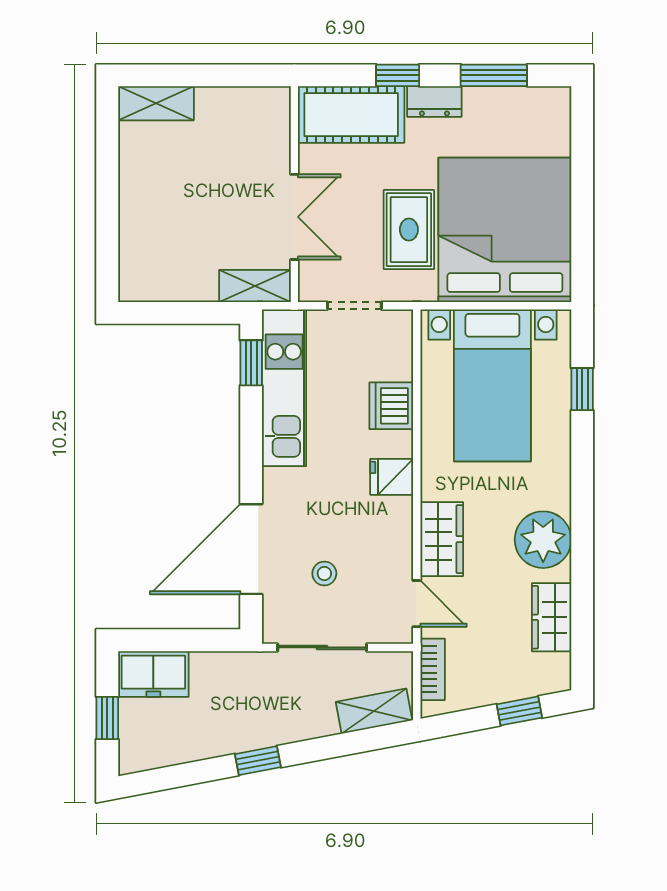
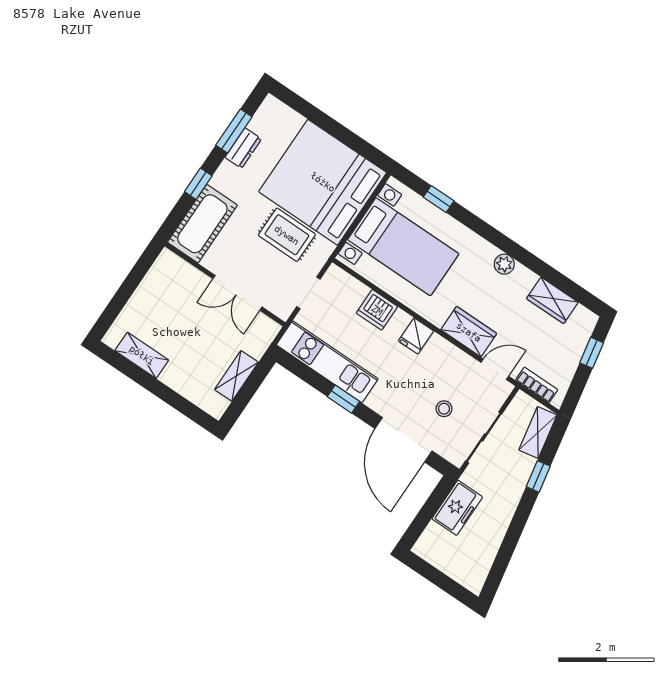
dresser: (434, 102) -> (243, 148), moved
shelving: (156, 103) -> (142, 355), moved, turned 90
double door: (294, 217) -> (238, 293), swing flipped
shelving: (255, 286) -> (236, 376), moved
window: (251, 363) -> (343, 399), moved
plant: (543, 540) -> (504, 264), width x0.53, depth x0.53
freezer: (153, 674) -> (457, 508), moved
window: (107, 718) -> (443, 581), removed
window: (258, 761) -> (538, 476), moved

